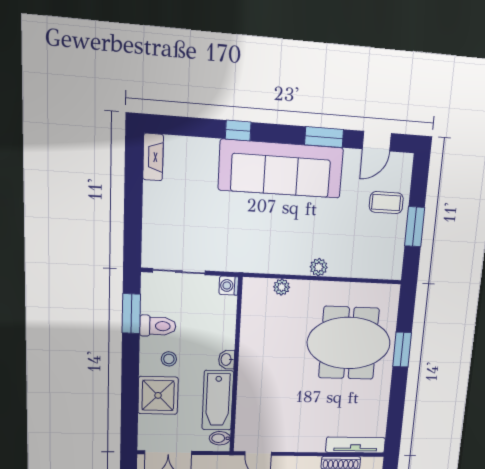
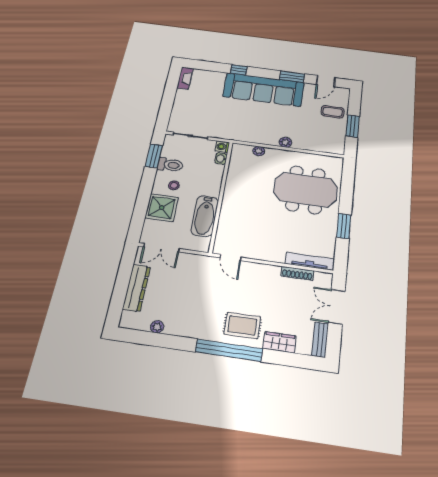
window: (402, 350) -> (344, 226), moved
washbasin: (227, 360) -> (221, 159), moved
bidet: (220, 438) -> (202, 242), removed

